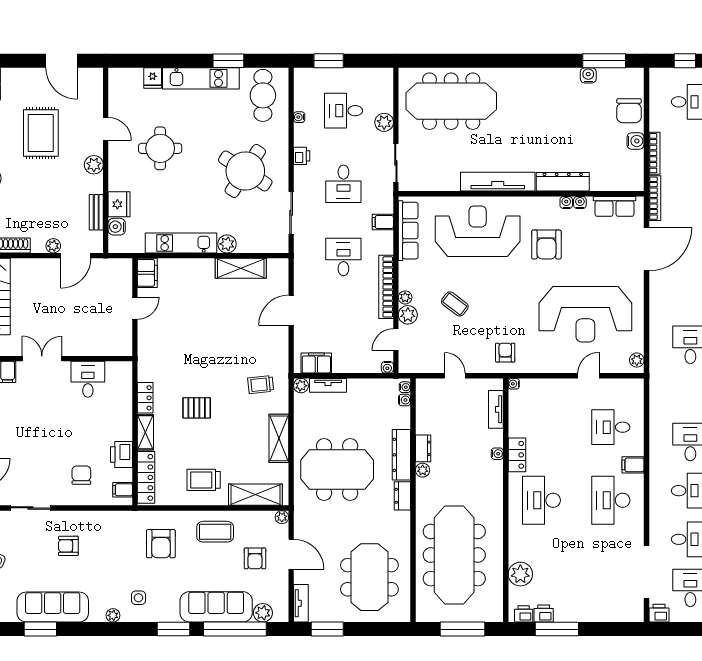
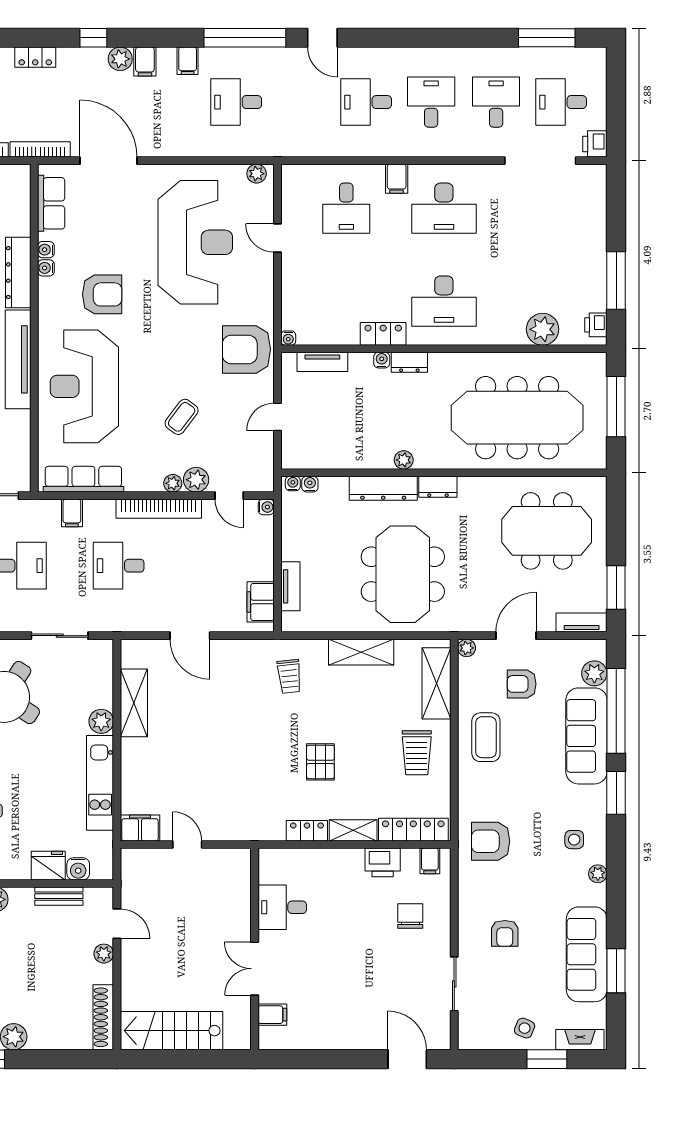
door: (76, 256) -> (117, 924), width x0.73
armchair: (505, 353) -> (247, 349), width x1.88, depth x1.88
plant: (301, 386) -> (291, 622), removed
dresser: (423, 448) -> (409, 362), moved, turned 180
chair: (81, 475) -> (410, 916), turned 90
armchair: (161, 544) -> (491, 841), moved, turned 180
armchair: (255, 558) -> (522, 684), turned 180
printer: (544, 613) -> (595, 298), removed

